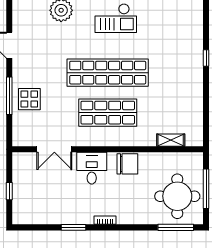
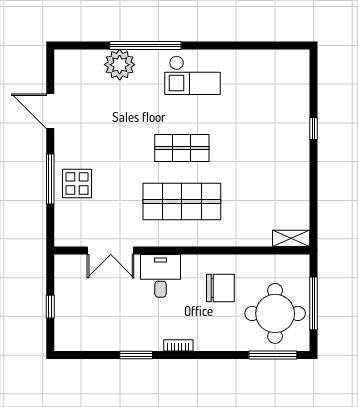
shop shelf: (108, 73) -> (182, 148), width x0.50, depth x0.74
shelving: (171, 140) -> (291, 238), moved
chair: (127, 164) -> (220, 288), moved

